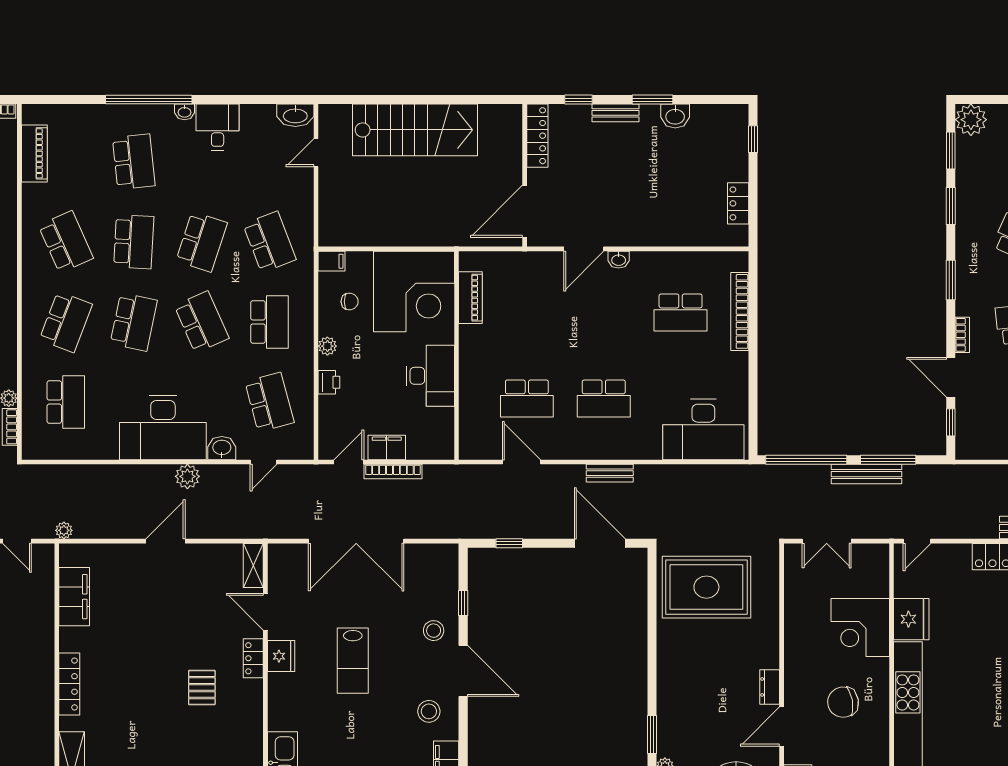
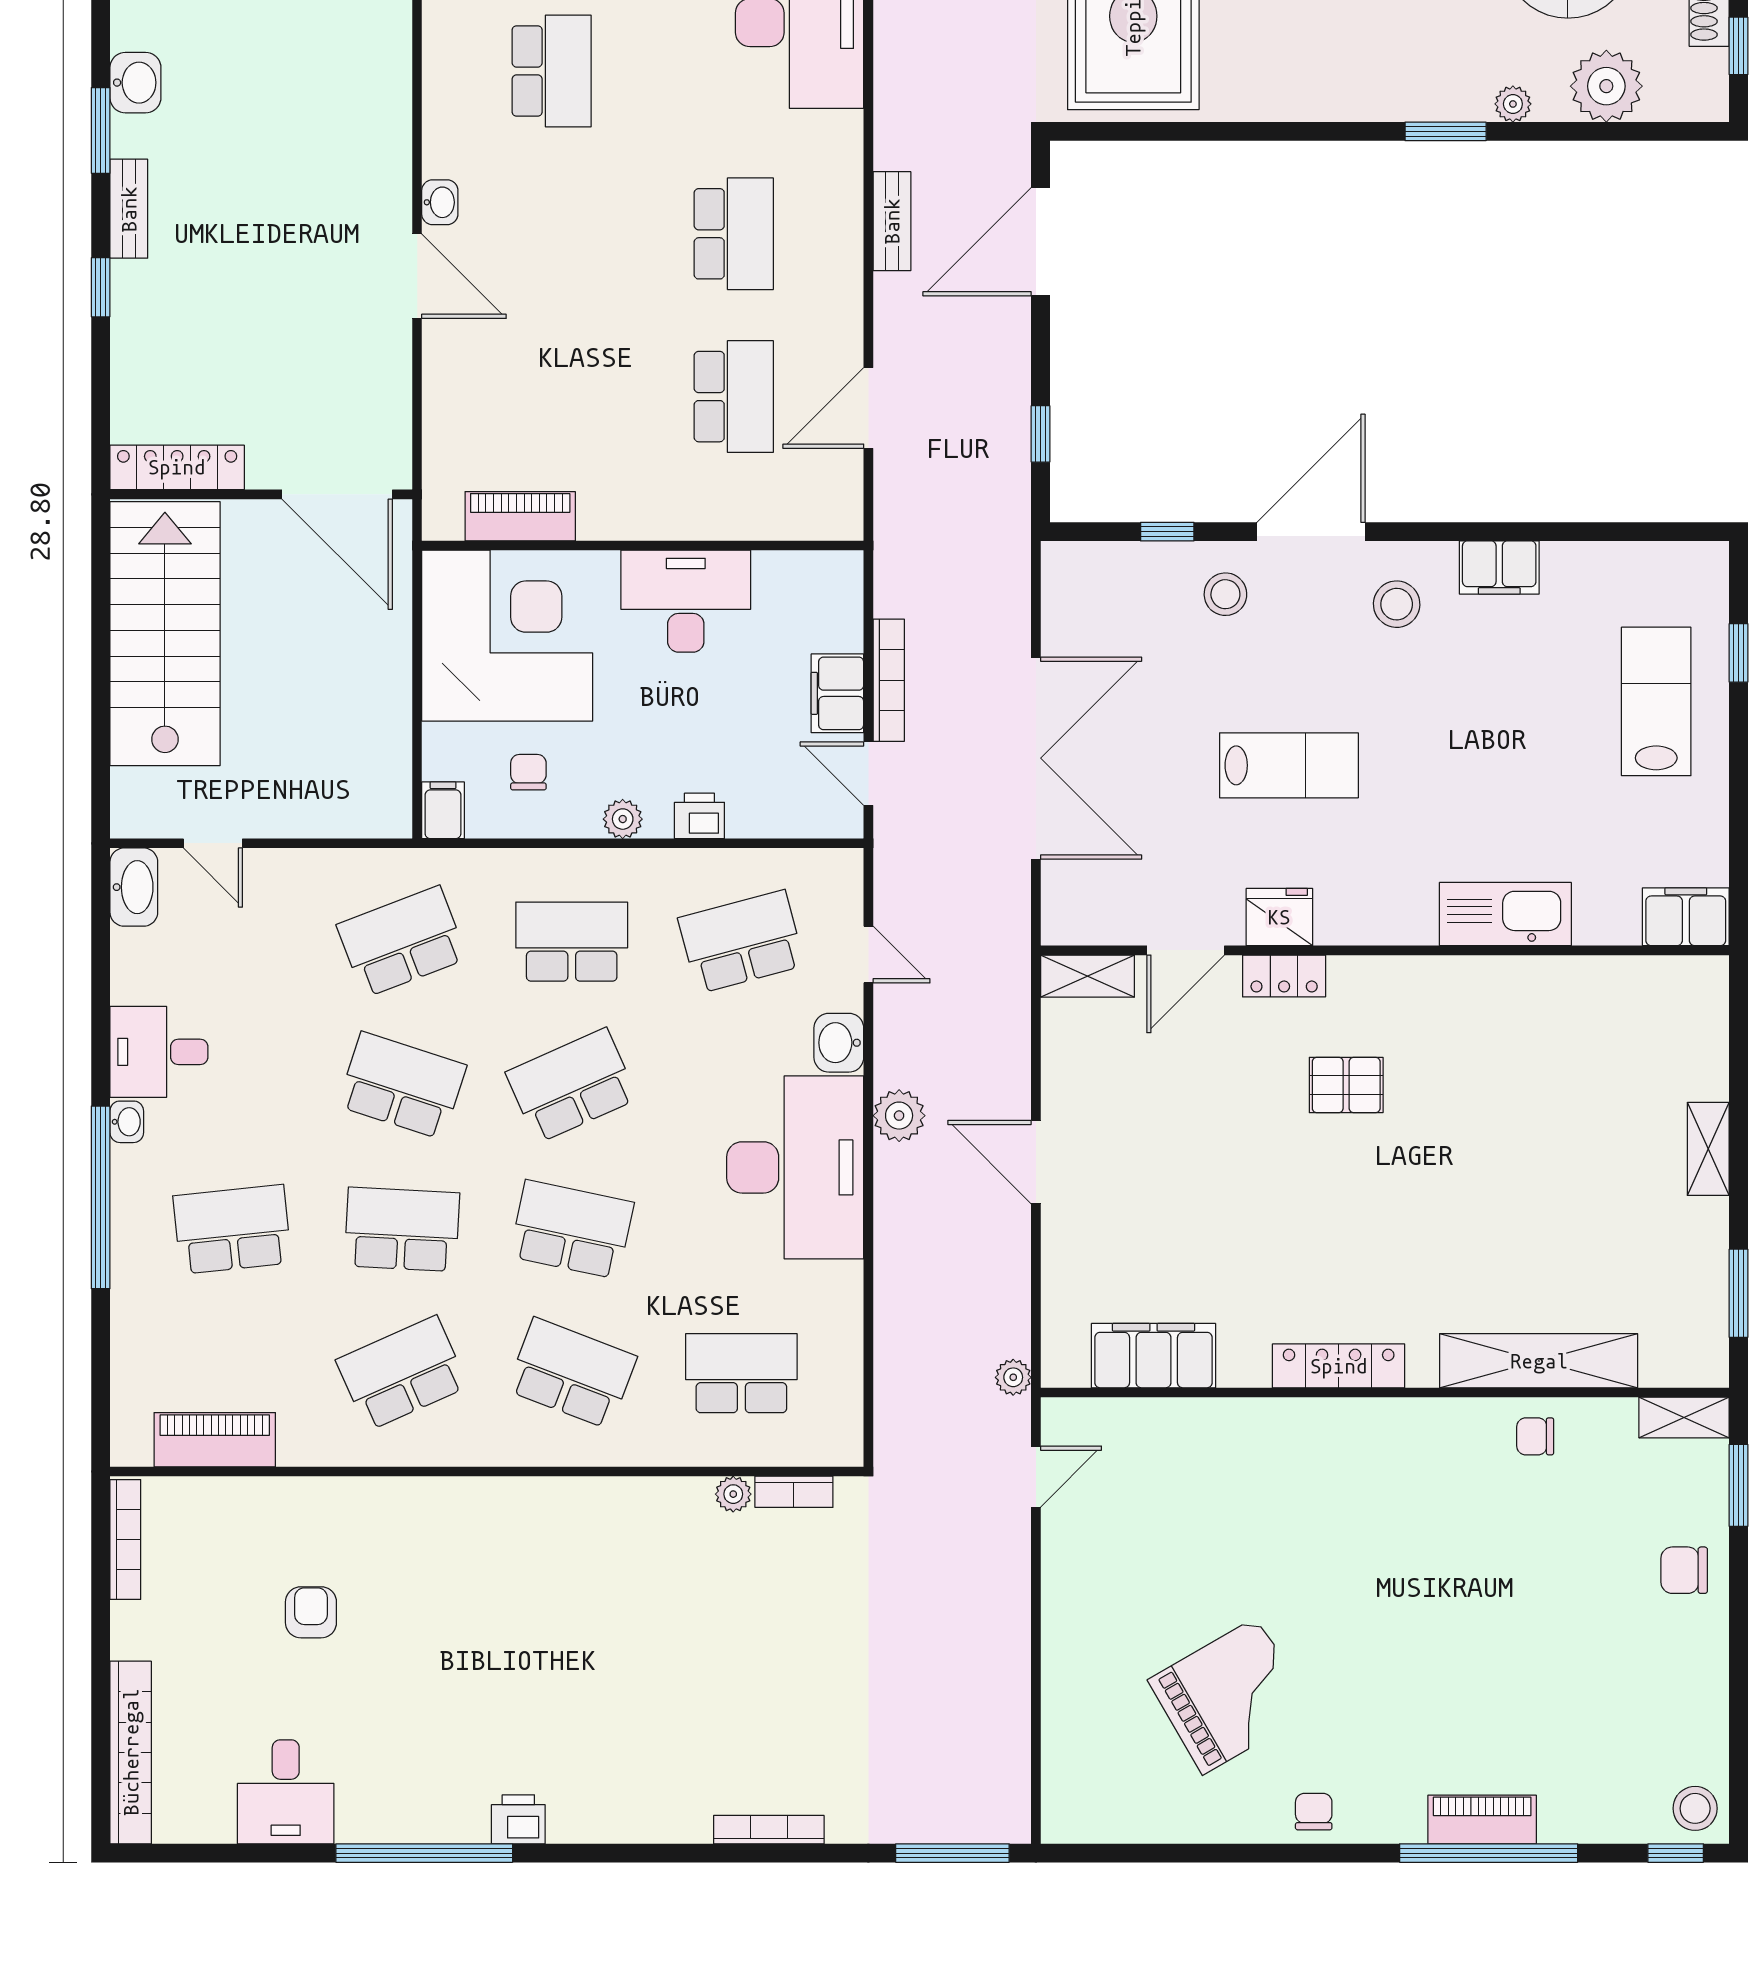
locker: (537, 136) -> (177, 467), moved
wall: (525, 175) -> (261, 494), moved
door: (525, 211) -> (337, 494), moved

